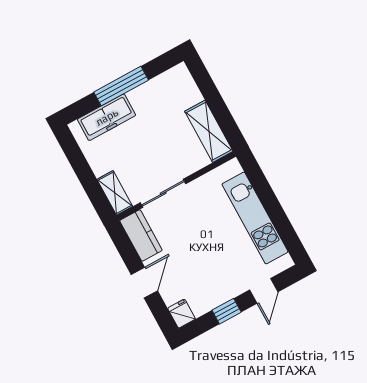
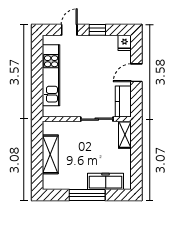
shelving: (209, 131) -> (50, 154), moved

